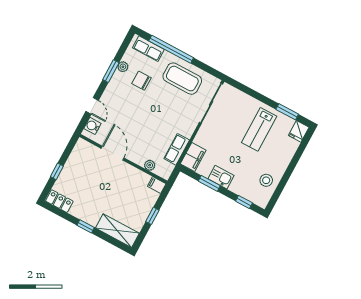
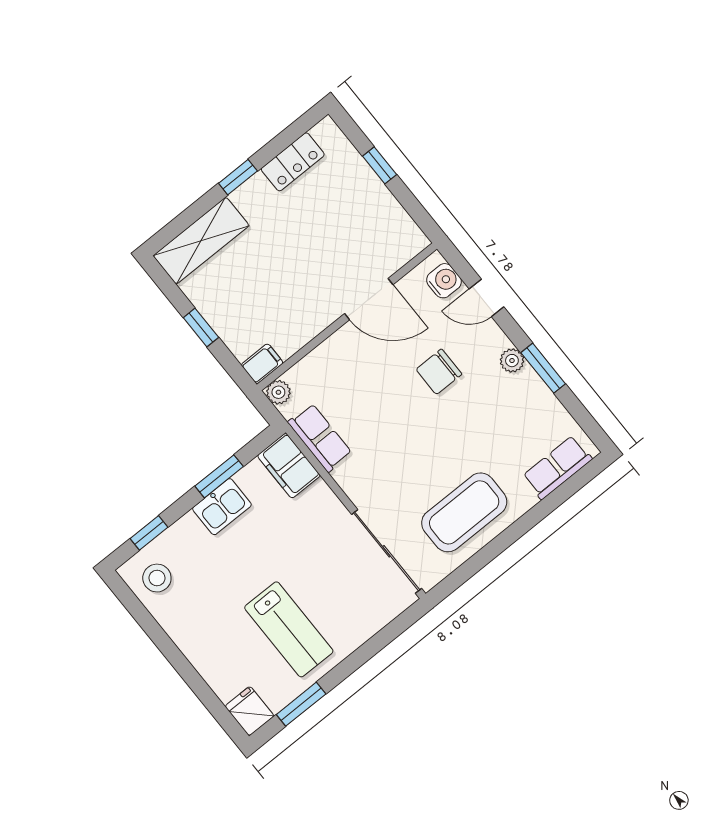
window: (171, 49) -> (536, 515), removed
plant: (123, 67) -> (512, 361), moved
chair: (142, 81) -> (439, 372), moved, turned 180
lab bench: (259, 129) -> (289, 629), turned 180
plant: (150, 165) -> (278, 392), moved
stool: (266, 180) -> (157, 578), moved
locker: (59, 201) -> (293, 162), moved

